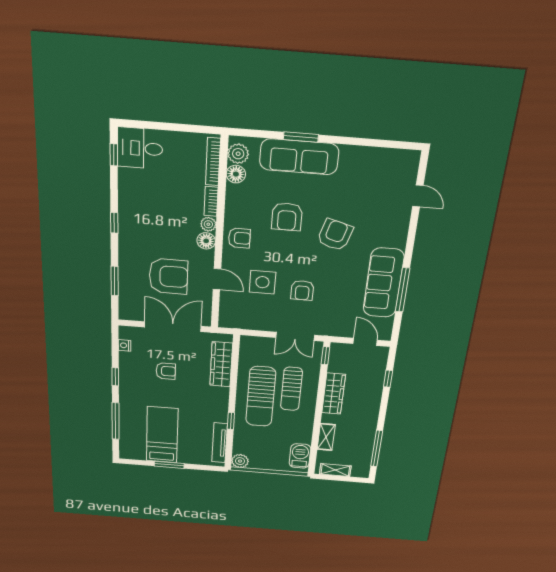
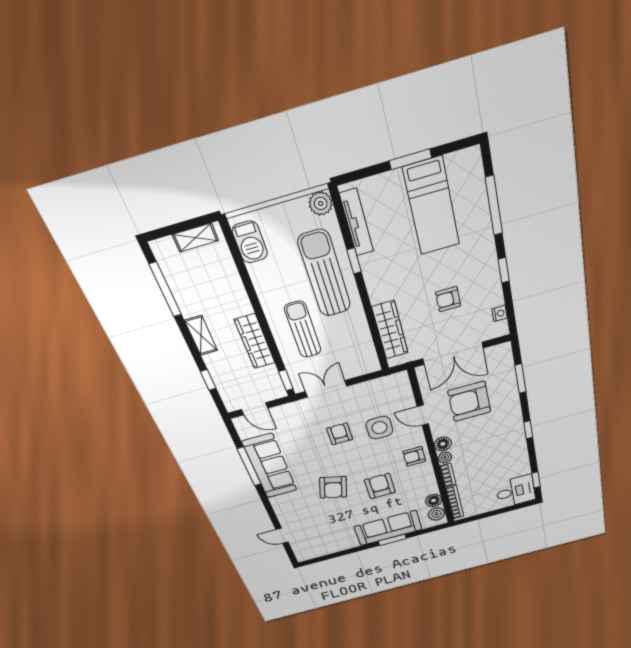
sun lounger: (261, 397) -> (325, 274), moved
shelving: (326, 437) -> (201, 335), moved

